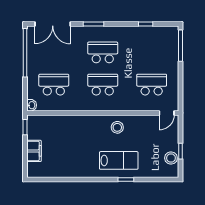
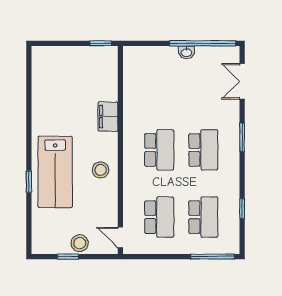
double door: (53, 24) -> (242, 81), width x0.73
school desk: (54, 85) -> (203, 217), moved
washbasin: (32, 105) -> (186, 52), moved
filing cabinet: (34, 151) -> (108, 117), moved, turned 90
stool: (171, 158) -> (80, 243), moved
lab bench: (119, 160) -> (55, 172), width x1.36, depth x1.39

